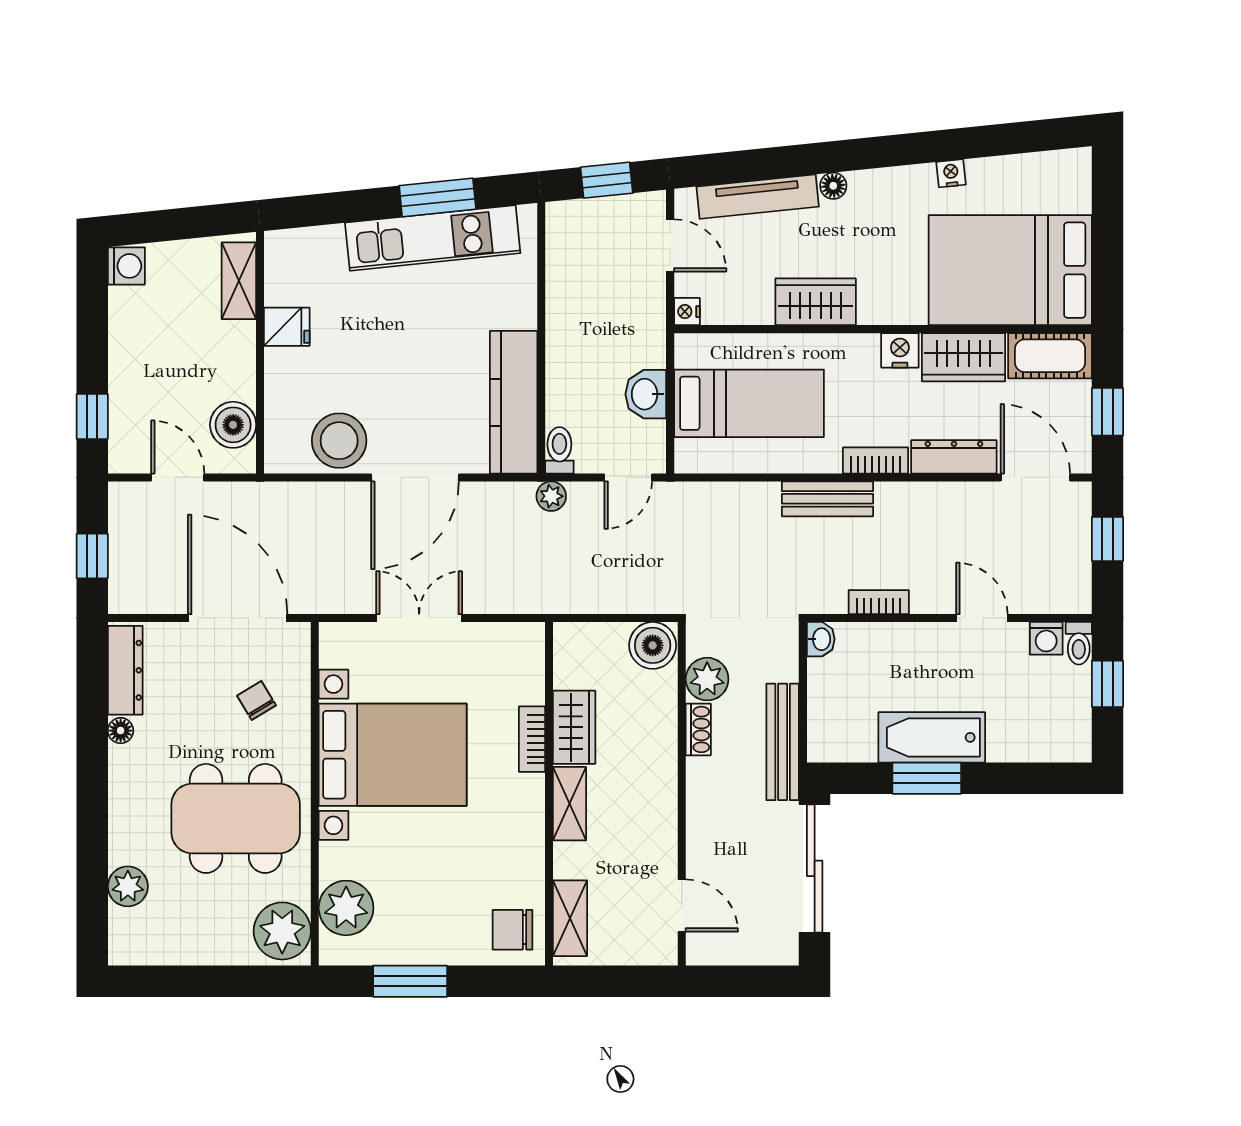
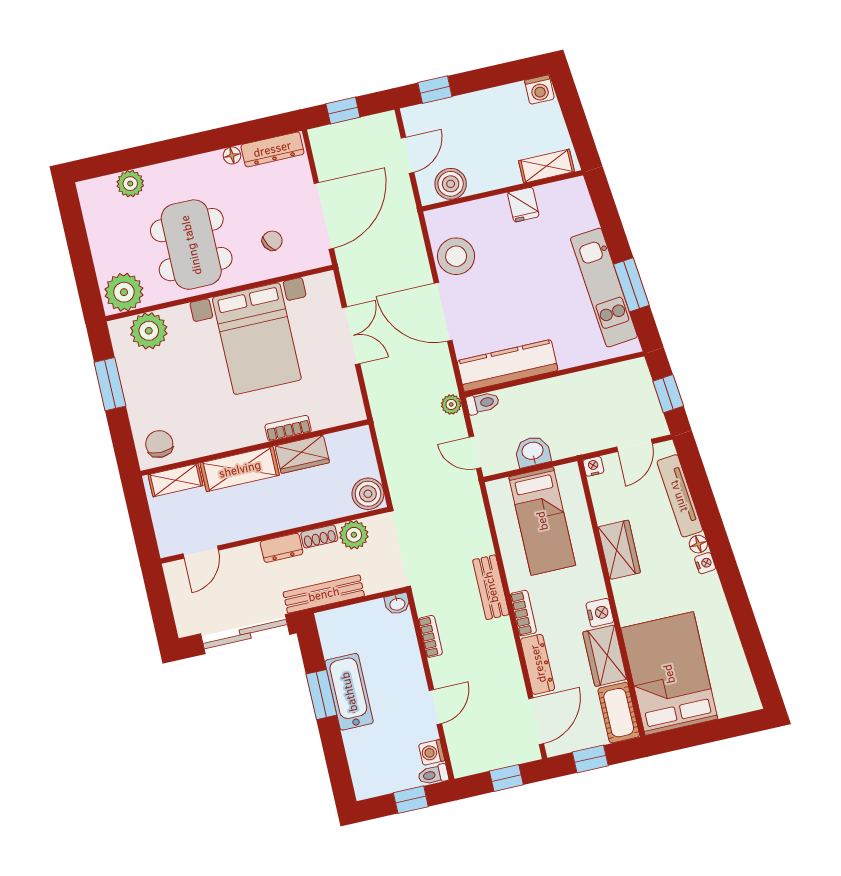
nightstand: (951, 173) -> (705, 563), moved
dresser: (702, 788) -> (282, 548), added
shelving: (570, 804) -> (240, 469), width x1.50, depth x1.33

